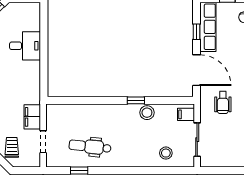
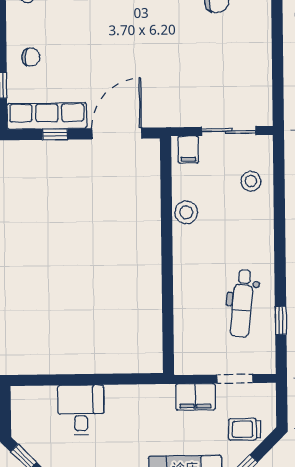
window: (136, 100) -> (167, 230), removed
wheelchair: (223, 103) -> (168, 90), removed

